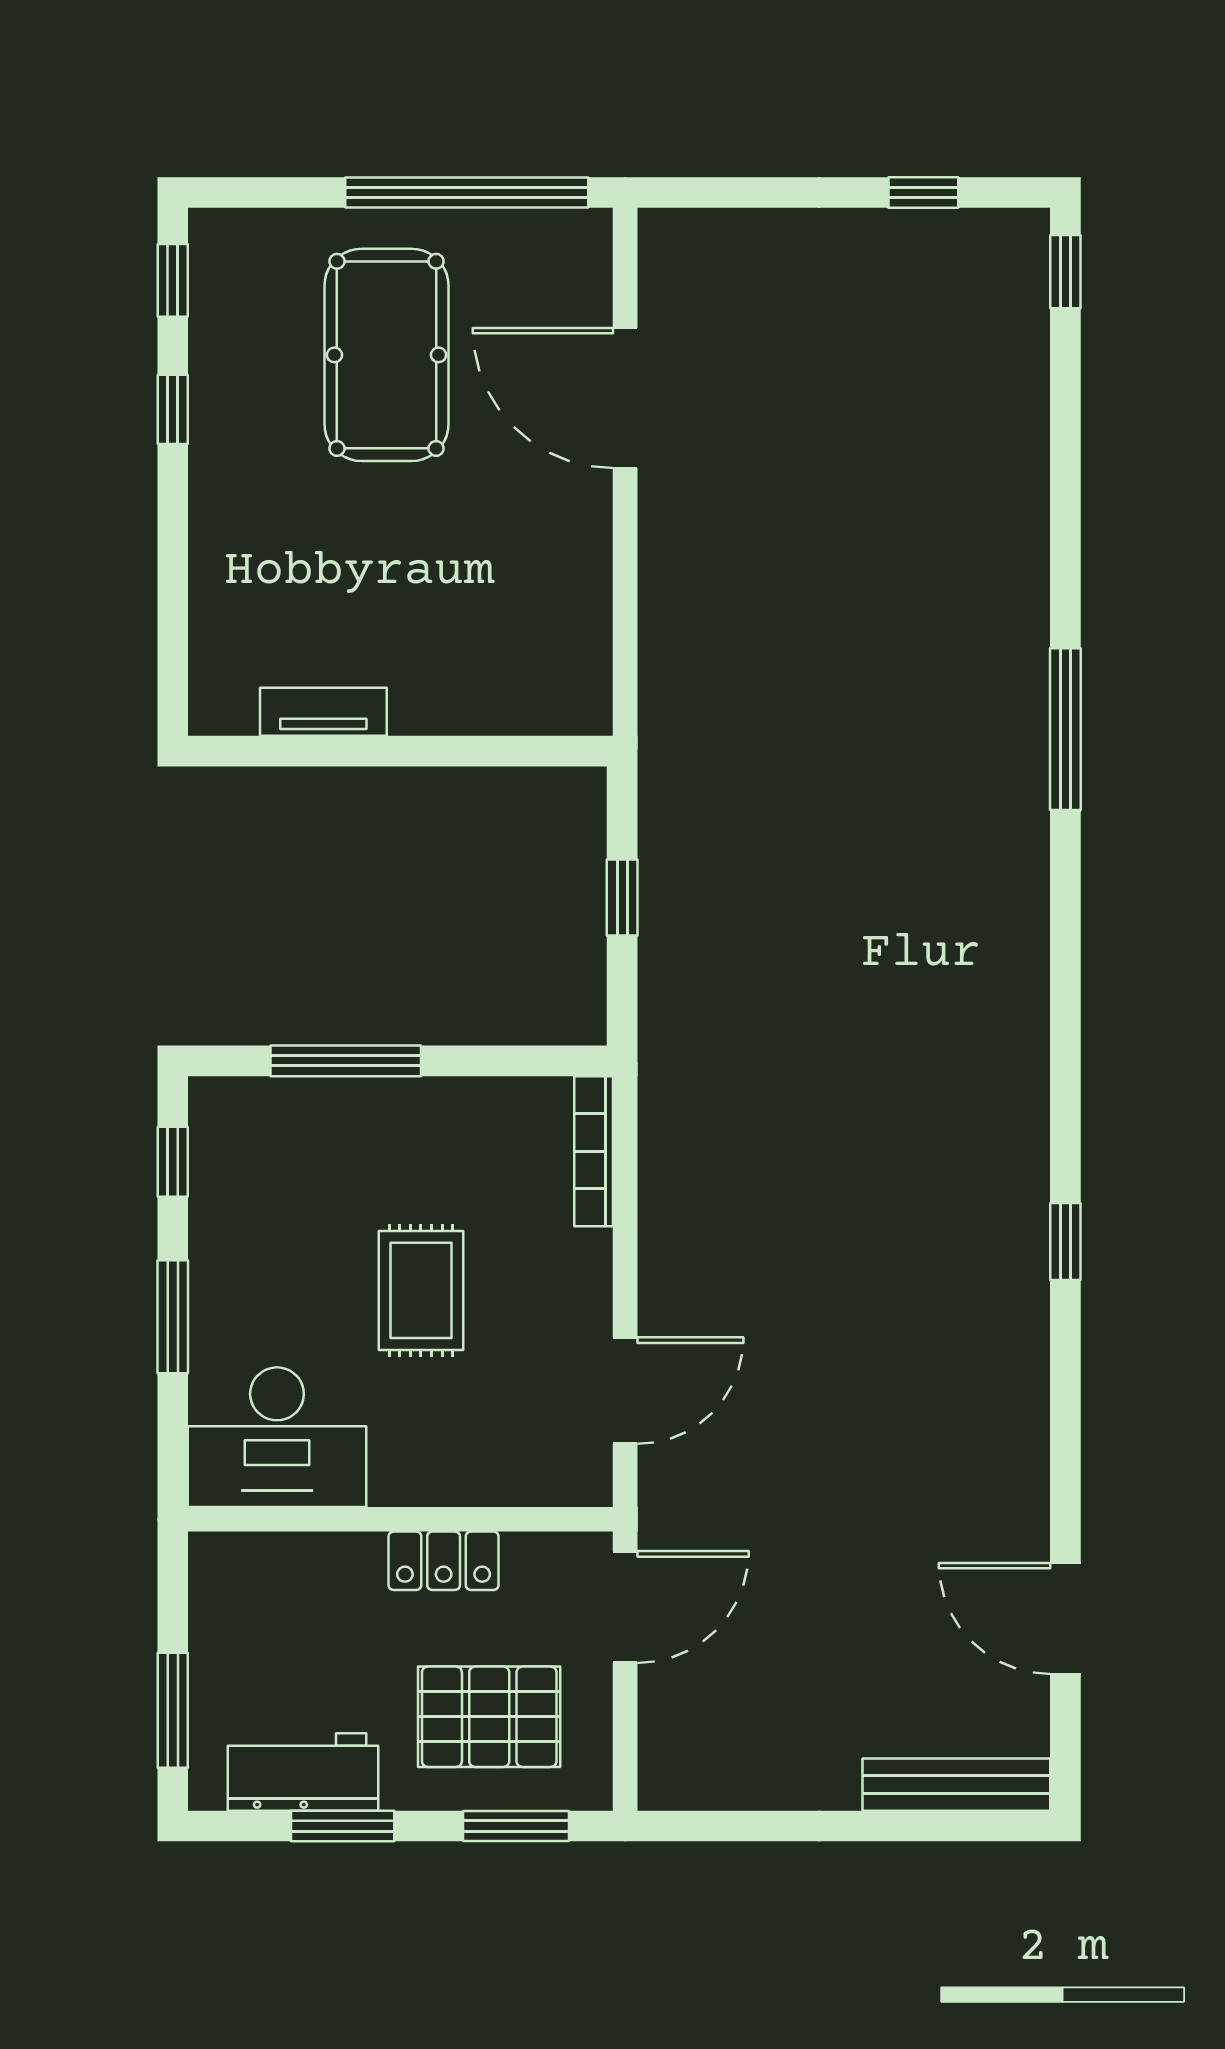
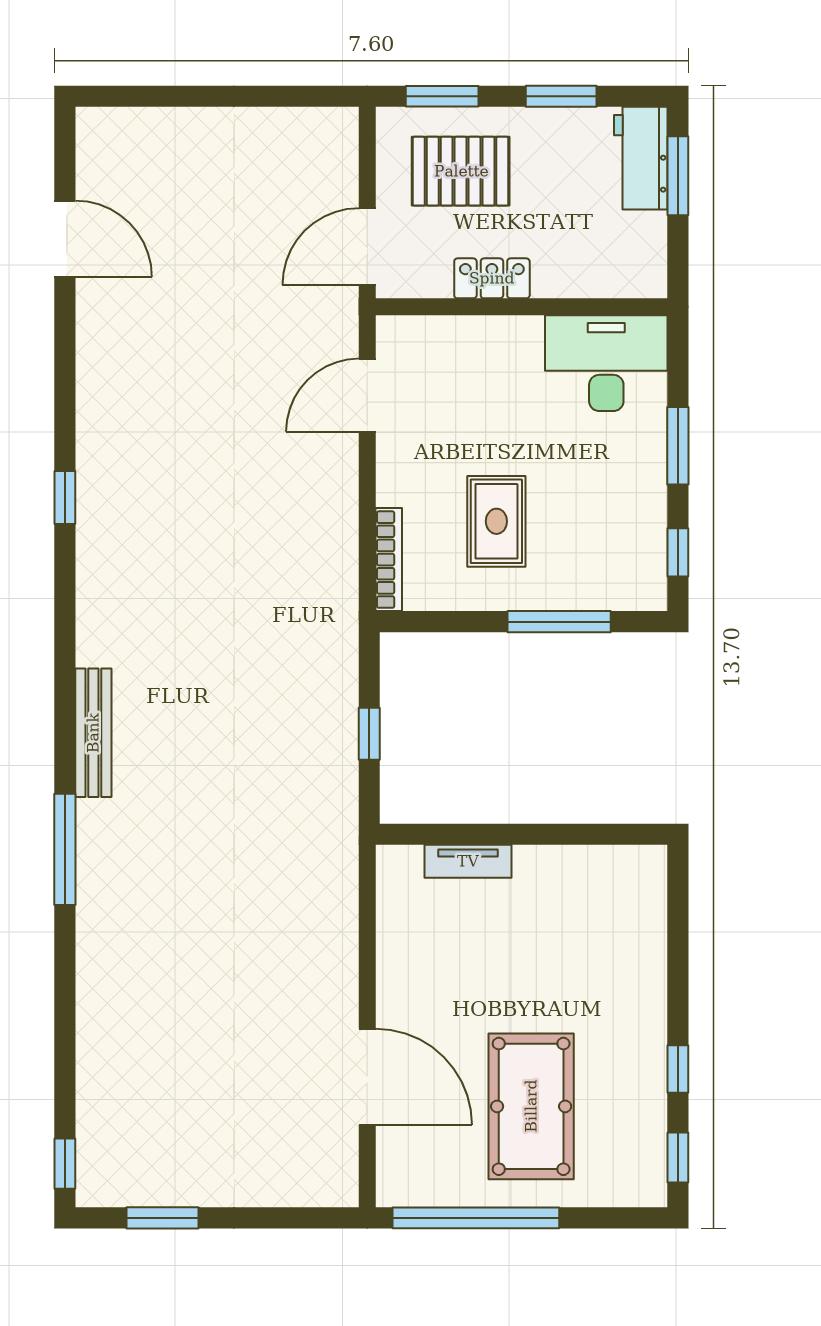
window: (923, 192) -> (162, 1218), width x1.50
tv unit: (323, 712) -> (468, 861), moved
rug: (421, 1290) -> (496, 521), moved
workbench: (303, 1772) -> (641, 158), moved, turned 90
bench: (956, 1785) -> (93, 733), moved, turned 90

